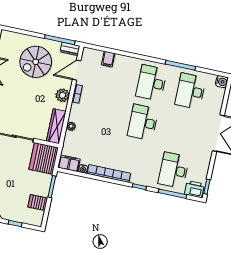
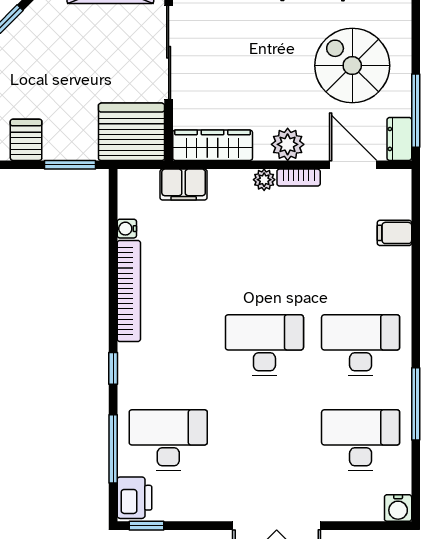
plant: (71, 126) -> (264, 180), moved
filing cabinet: (69, 163) -> (184, 185), moved, turned 90

